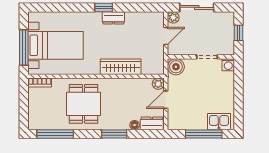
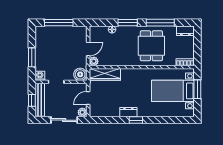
bench: (228, 34) -> (40, 100), added
window: (24, 47) -> (197, 89), width x0.69
wardrobe: (121, 67) -> (105, 74), moved
window: (239, 89) -> (32, 57), added
kitchen sink: (219, 122) -> (47, 32), removed
dresser: (152, 123) -> (185, 31), moved
window: (55, 134) -> (160, 23), moved

